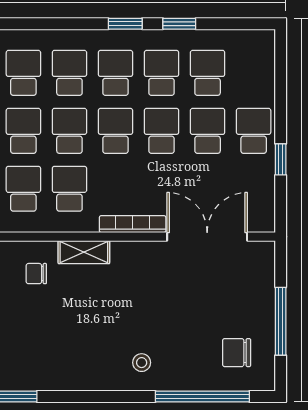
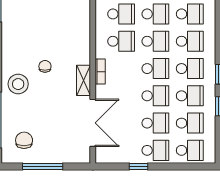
school desk: (254, 73) -> (190, 150), added
bookcase: (133, 224) -> (100, 72), width x0.64
shelving: (84, 252) -> (84, 80), moved
chair: (36, 274) -> (45, 66), moved
stool: (142, 363) -> (18, 84), width x1.89, depth x1.89

